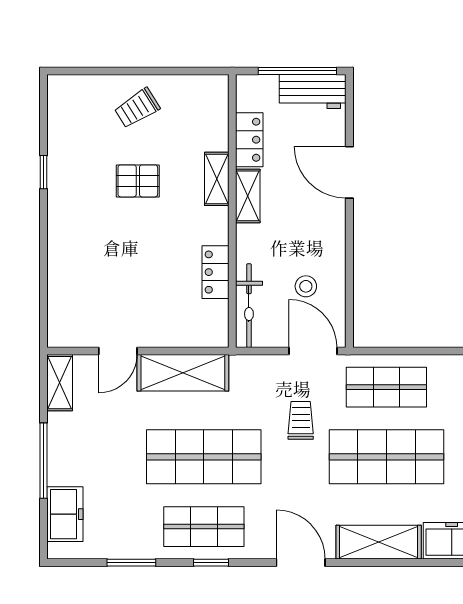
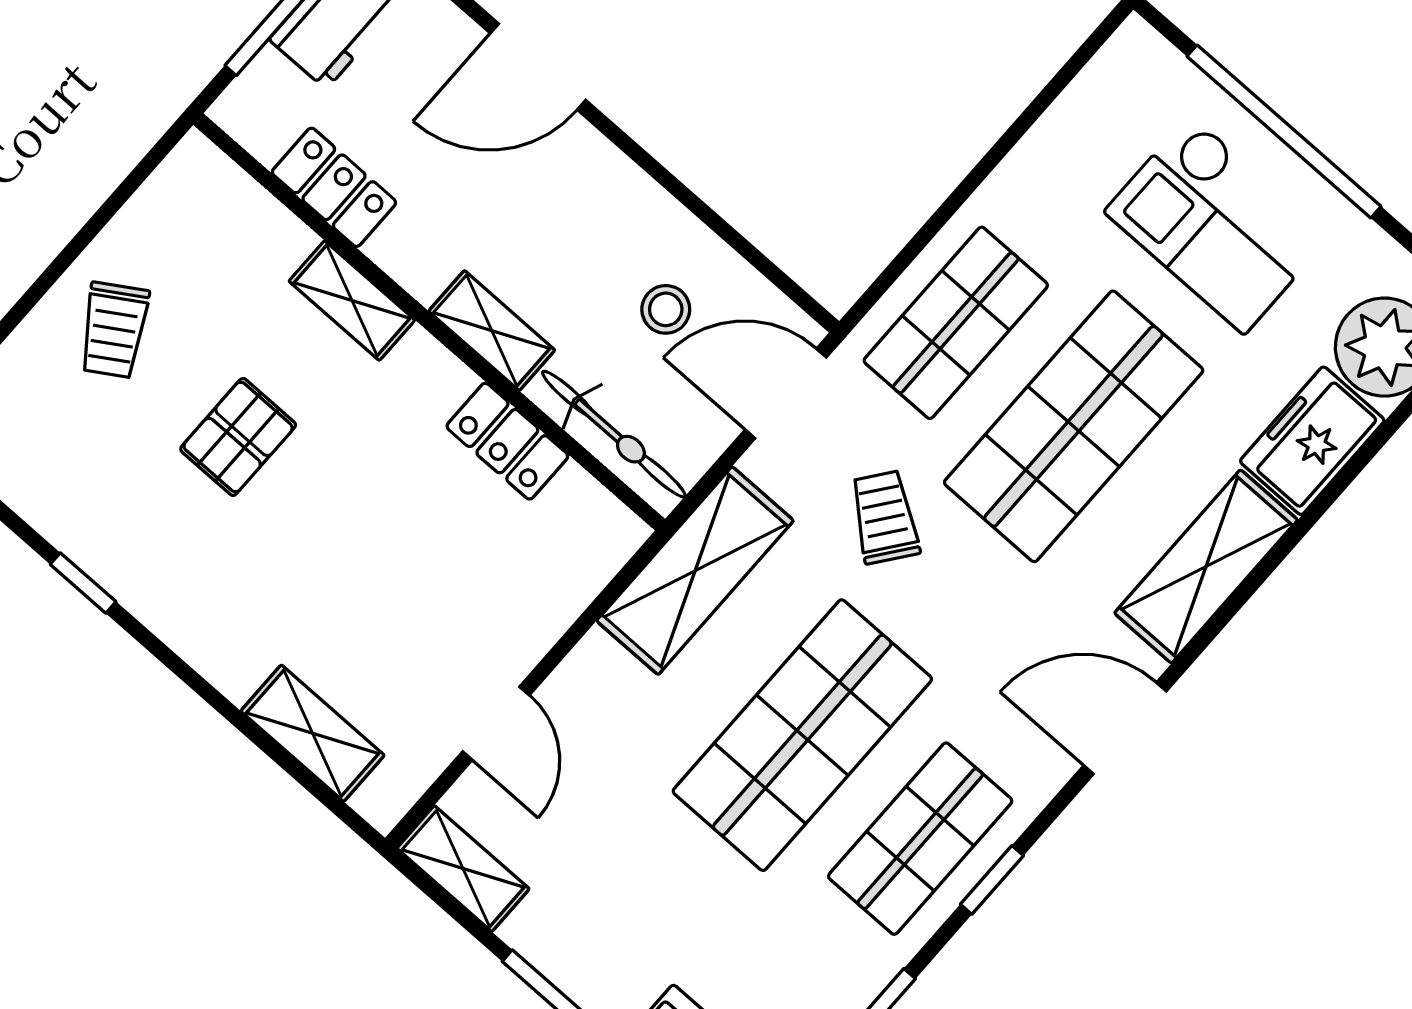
shelving: (248, 196) -> (492, 331), moved
shelving: (61, 293) -> (313, 733), added
shelving: (183, 373) -> (695, 571), moved
trolley: (301, 420) -> (885, 517), turned 37

